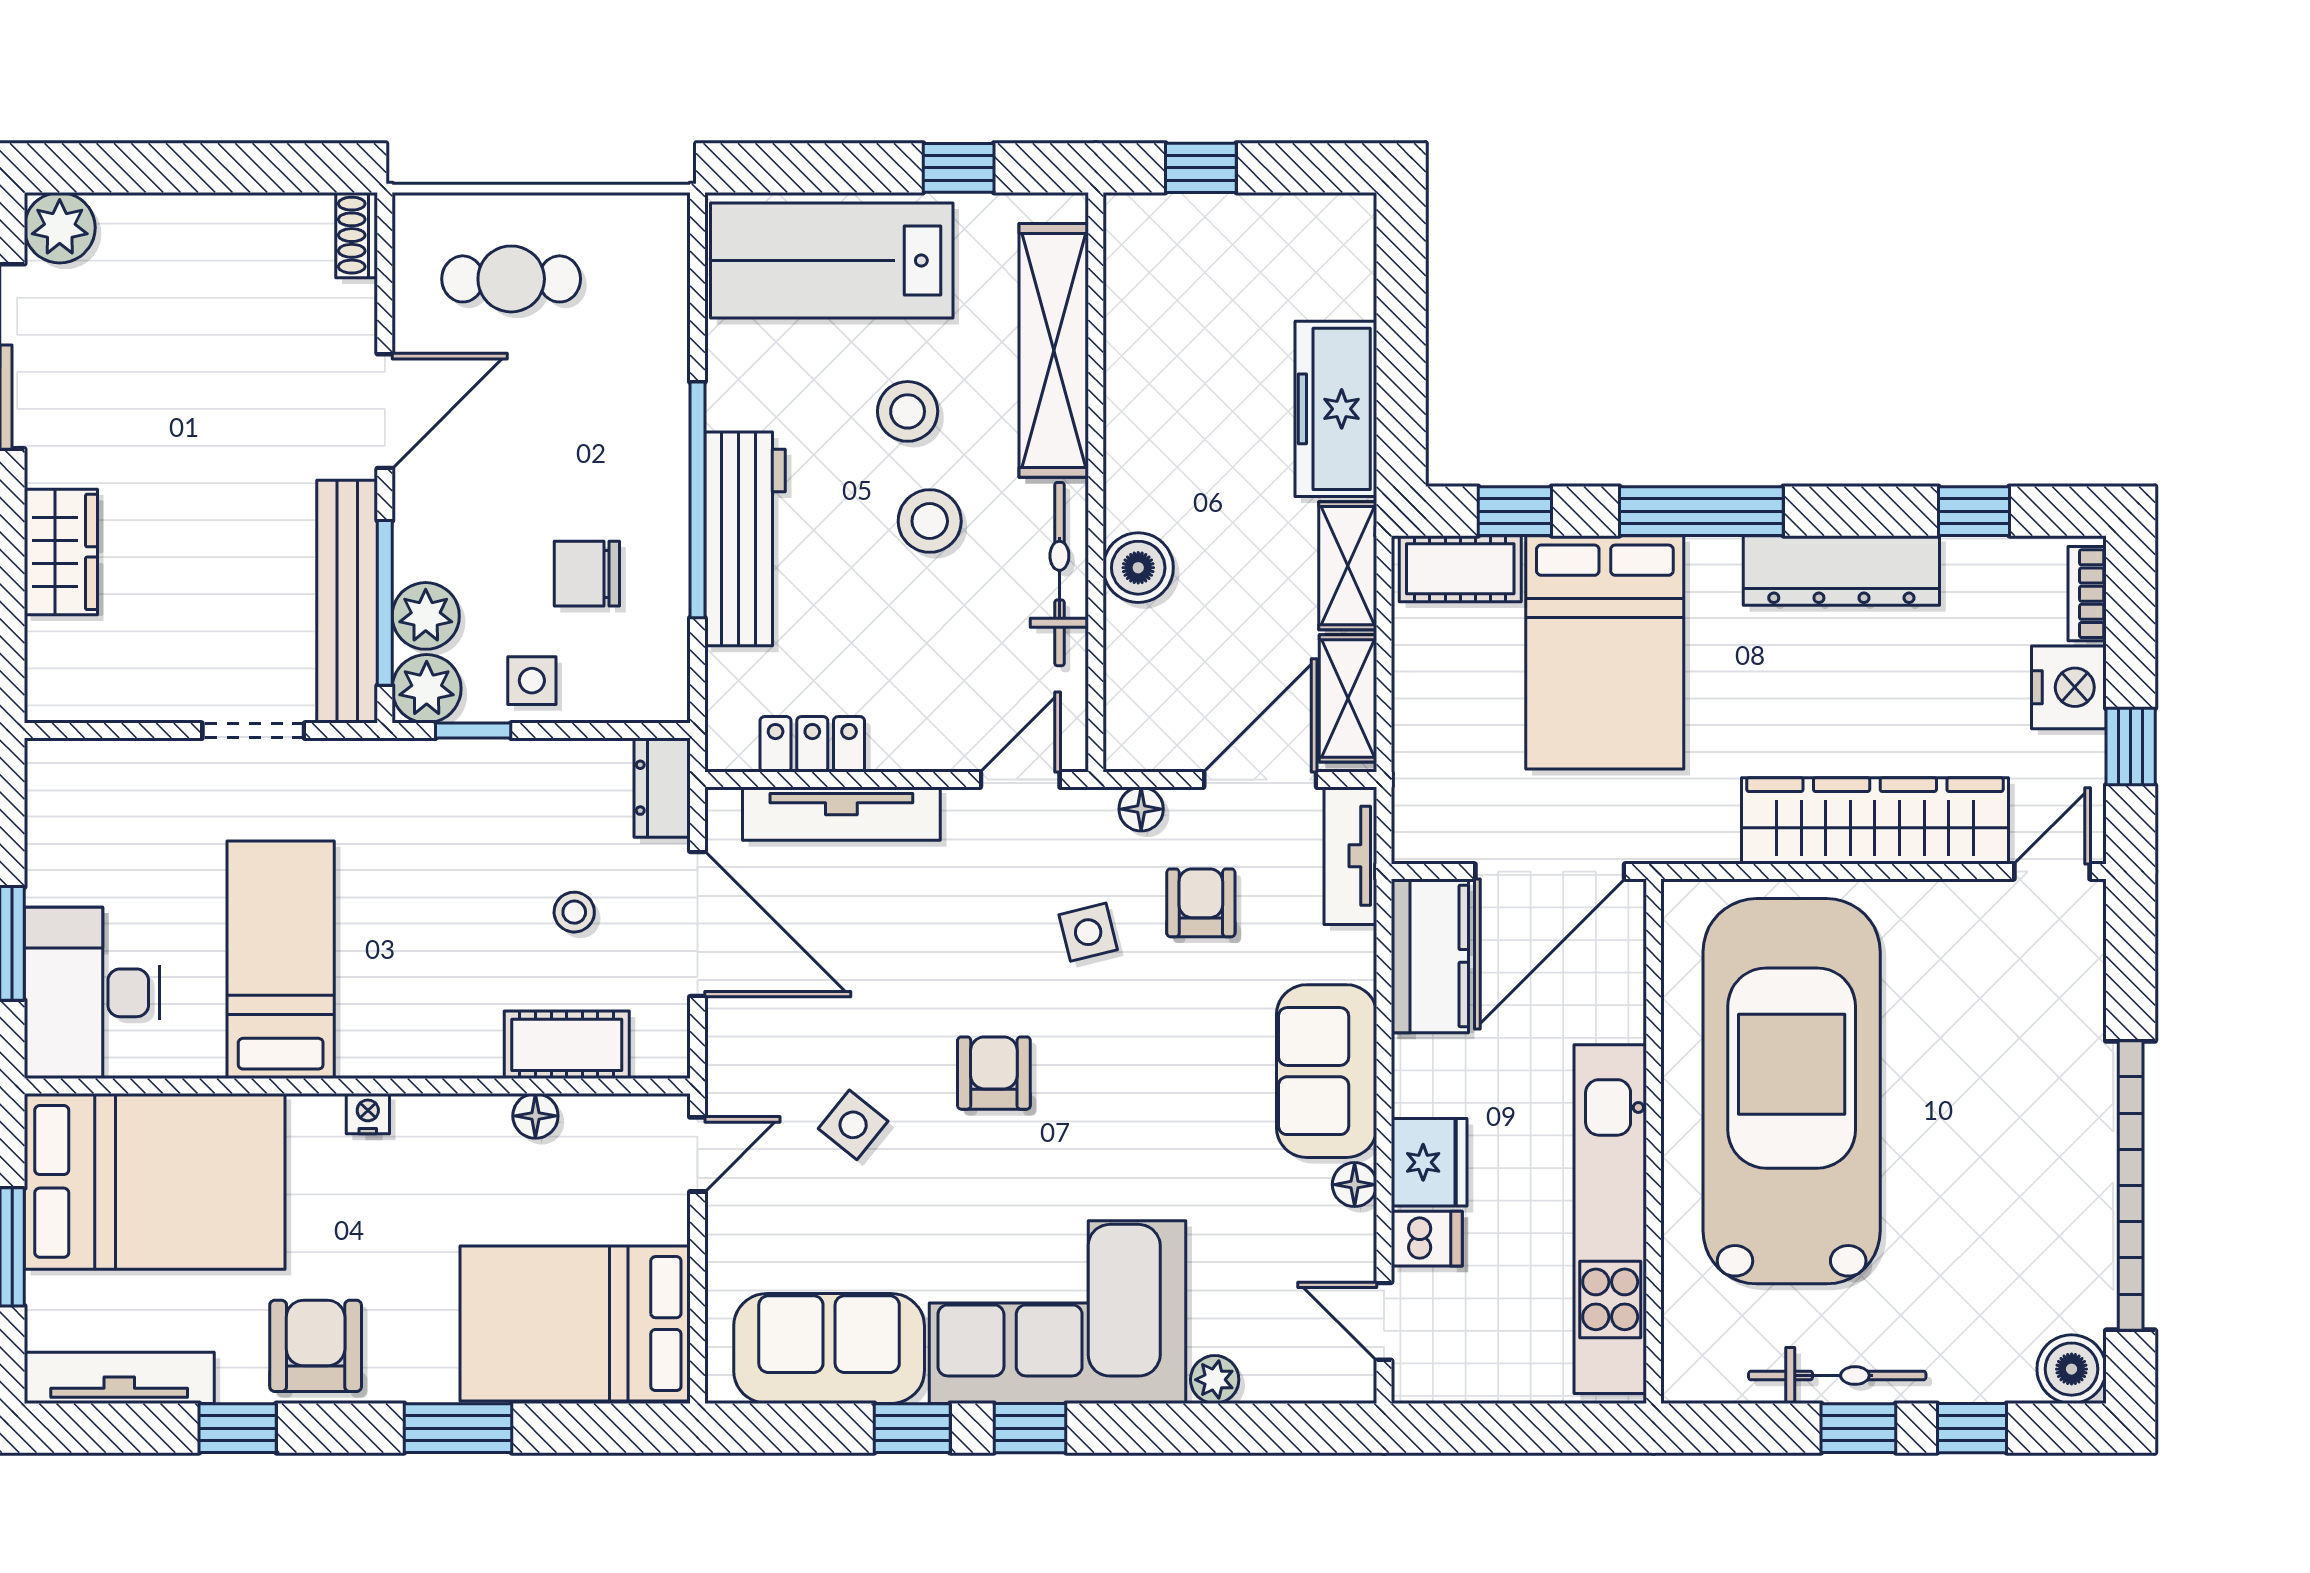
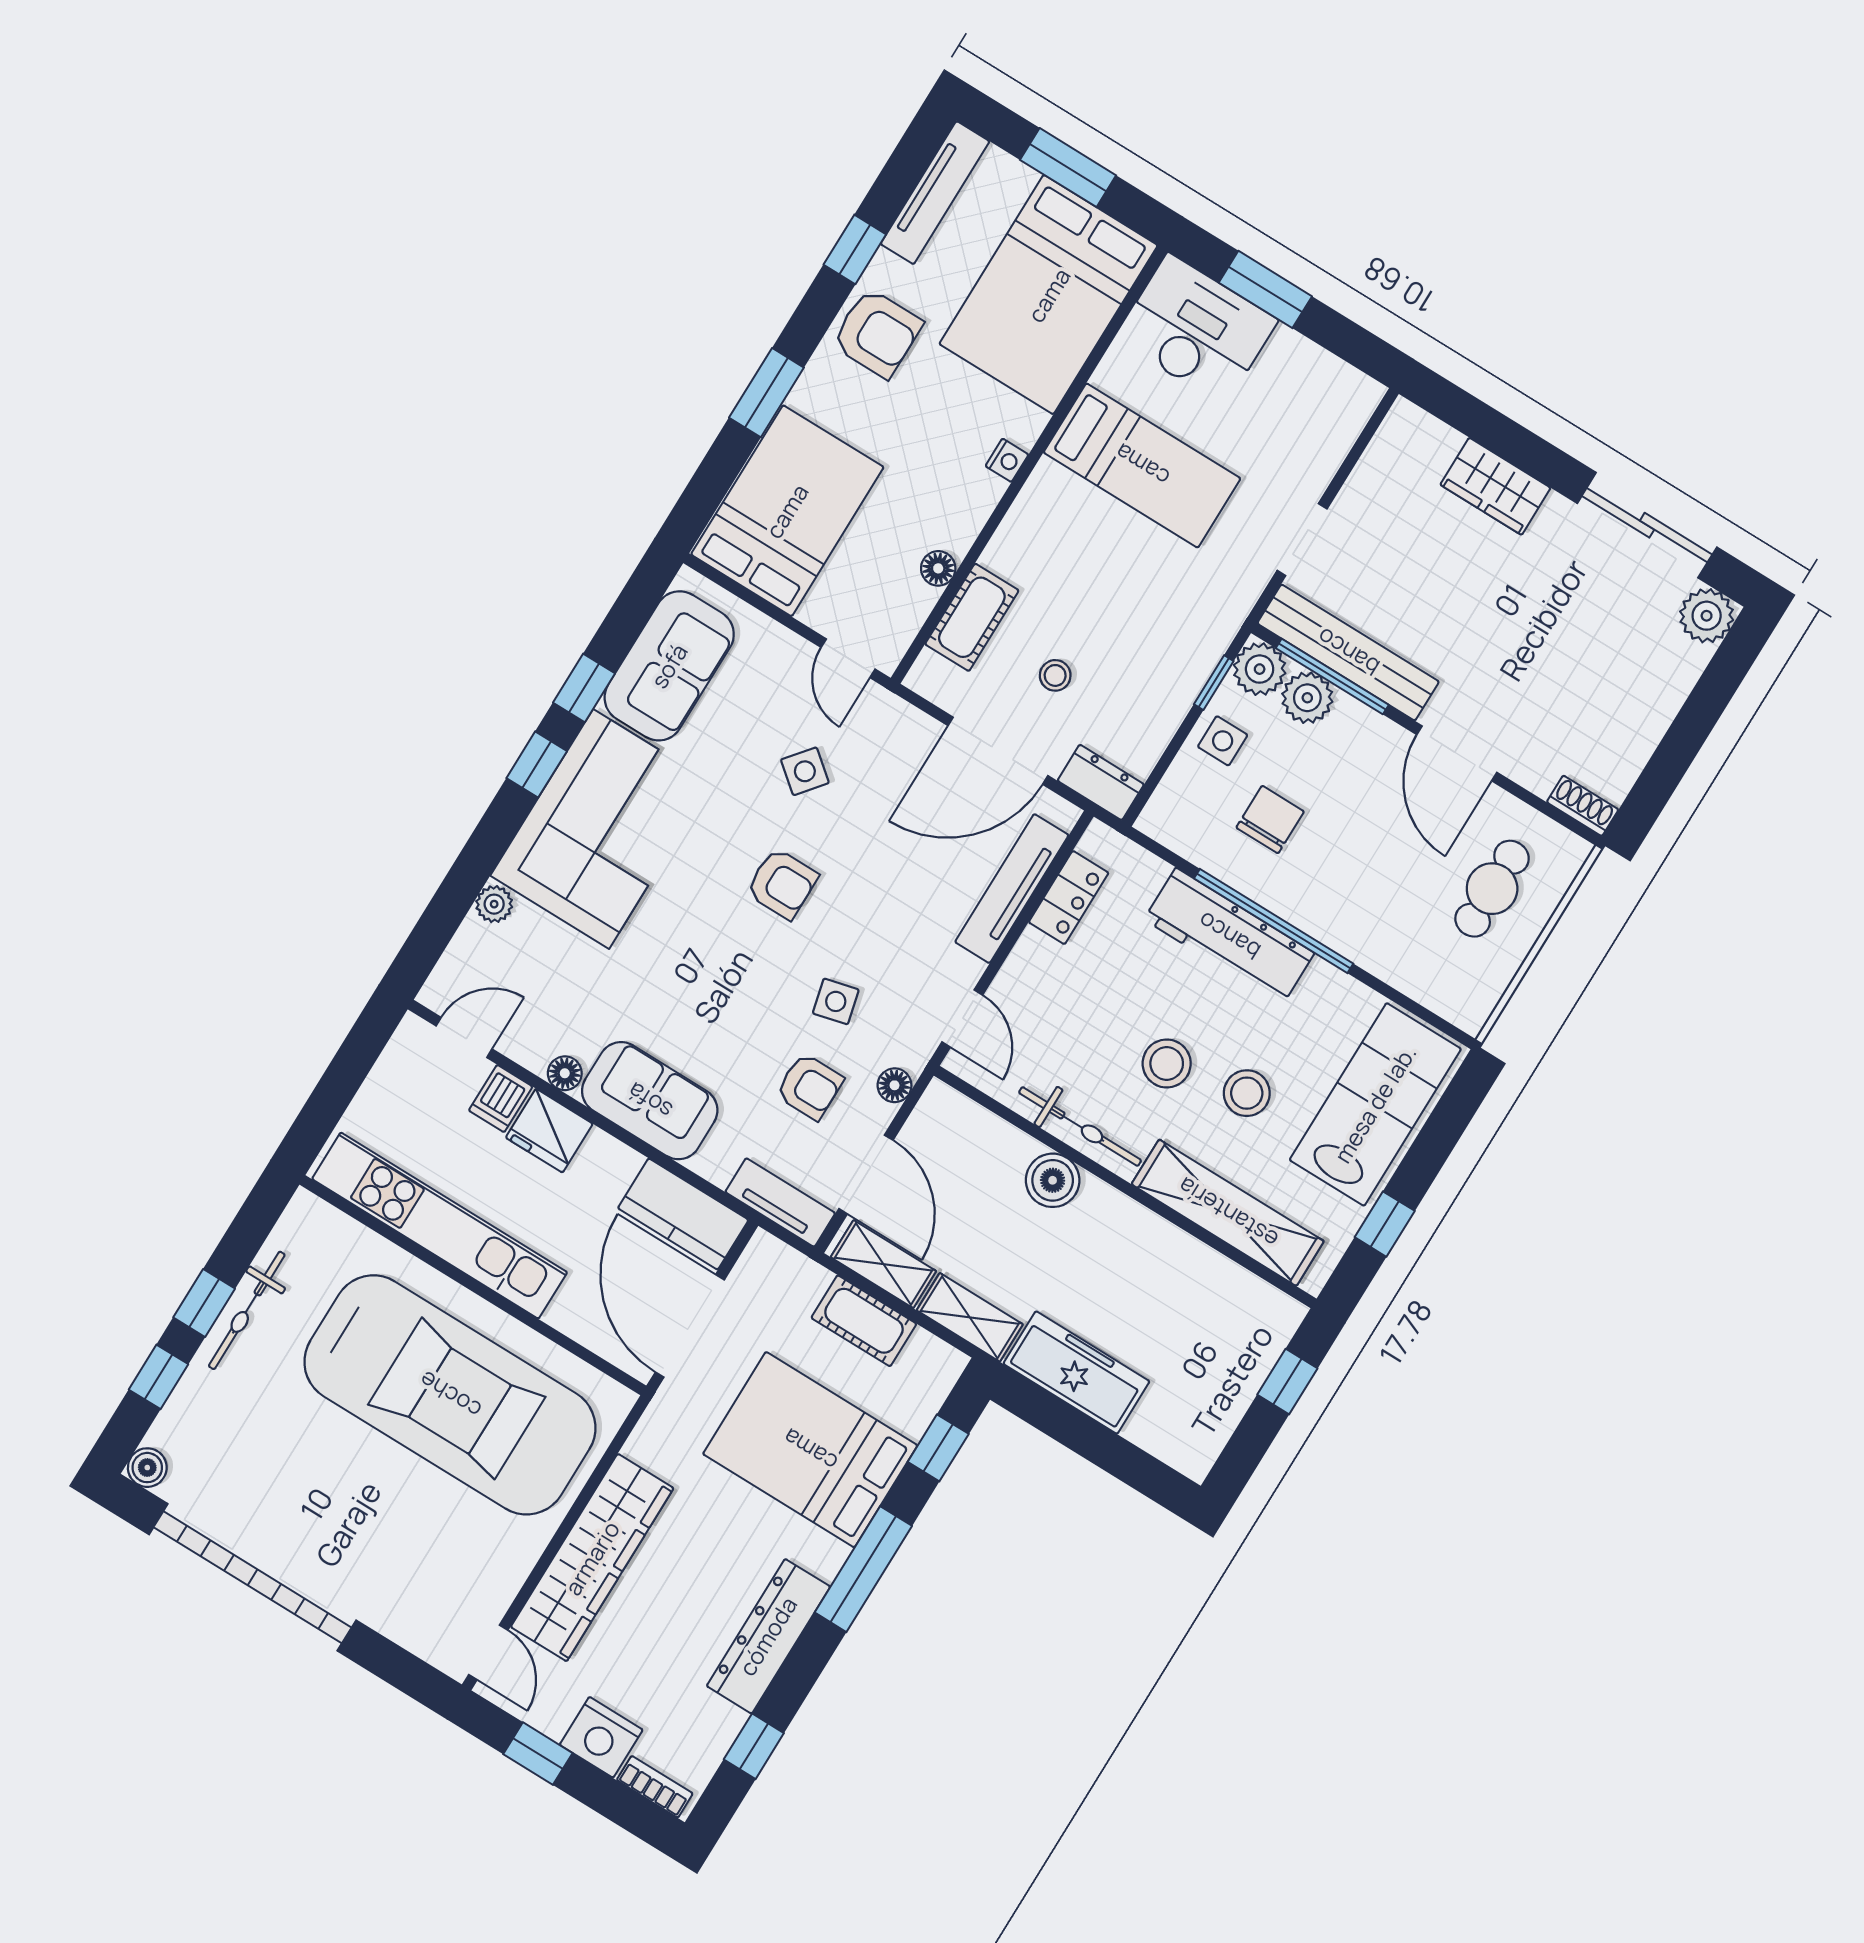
cot: (1460, 569) -> (864, 1321), moved, turned 90
boiler: (2072, 1369) -> (147, 1468), width x0.73, depth x0.73

